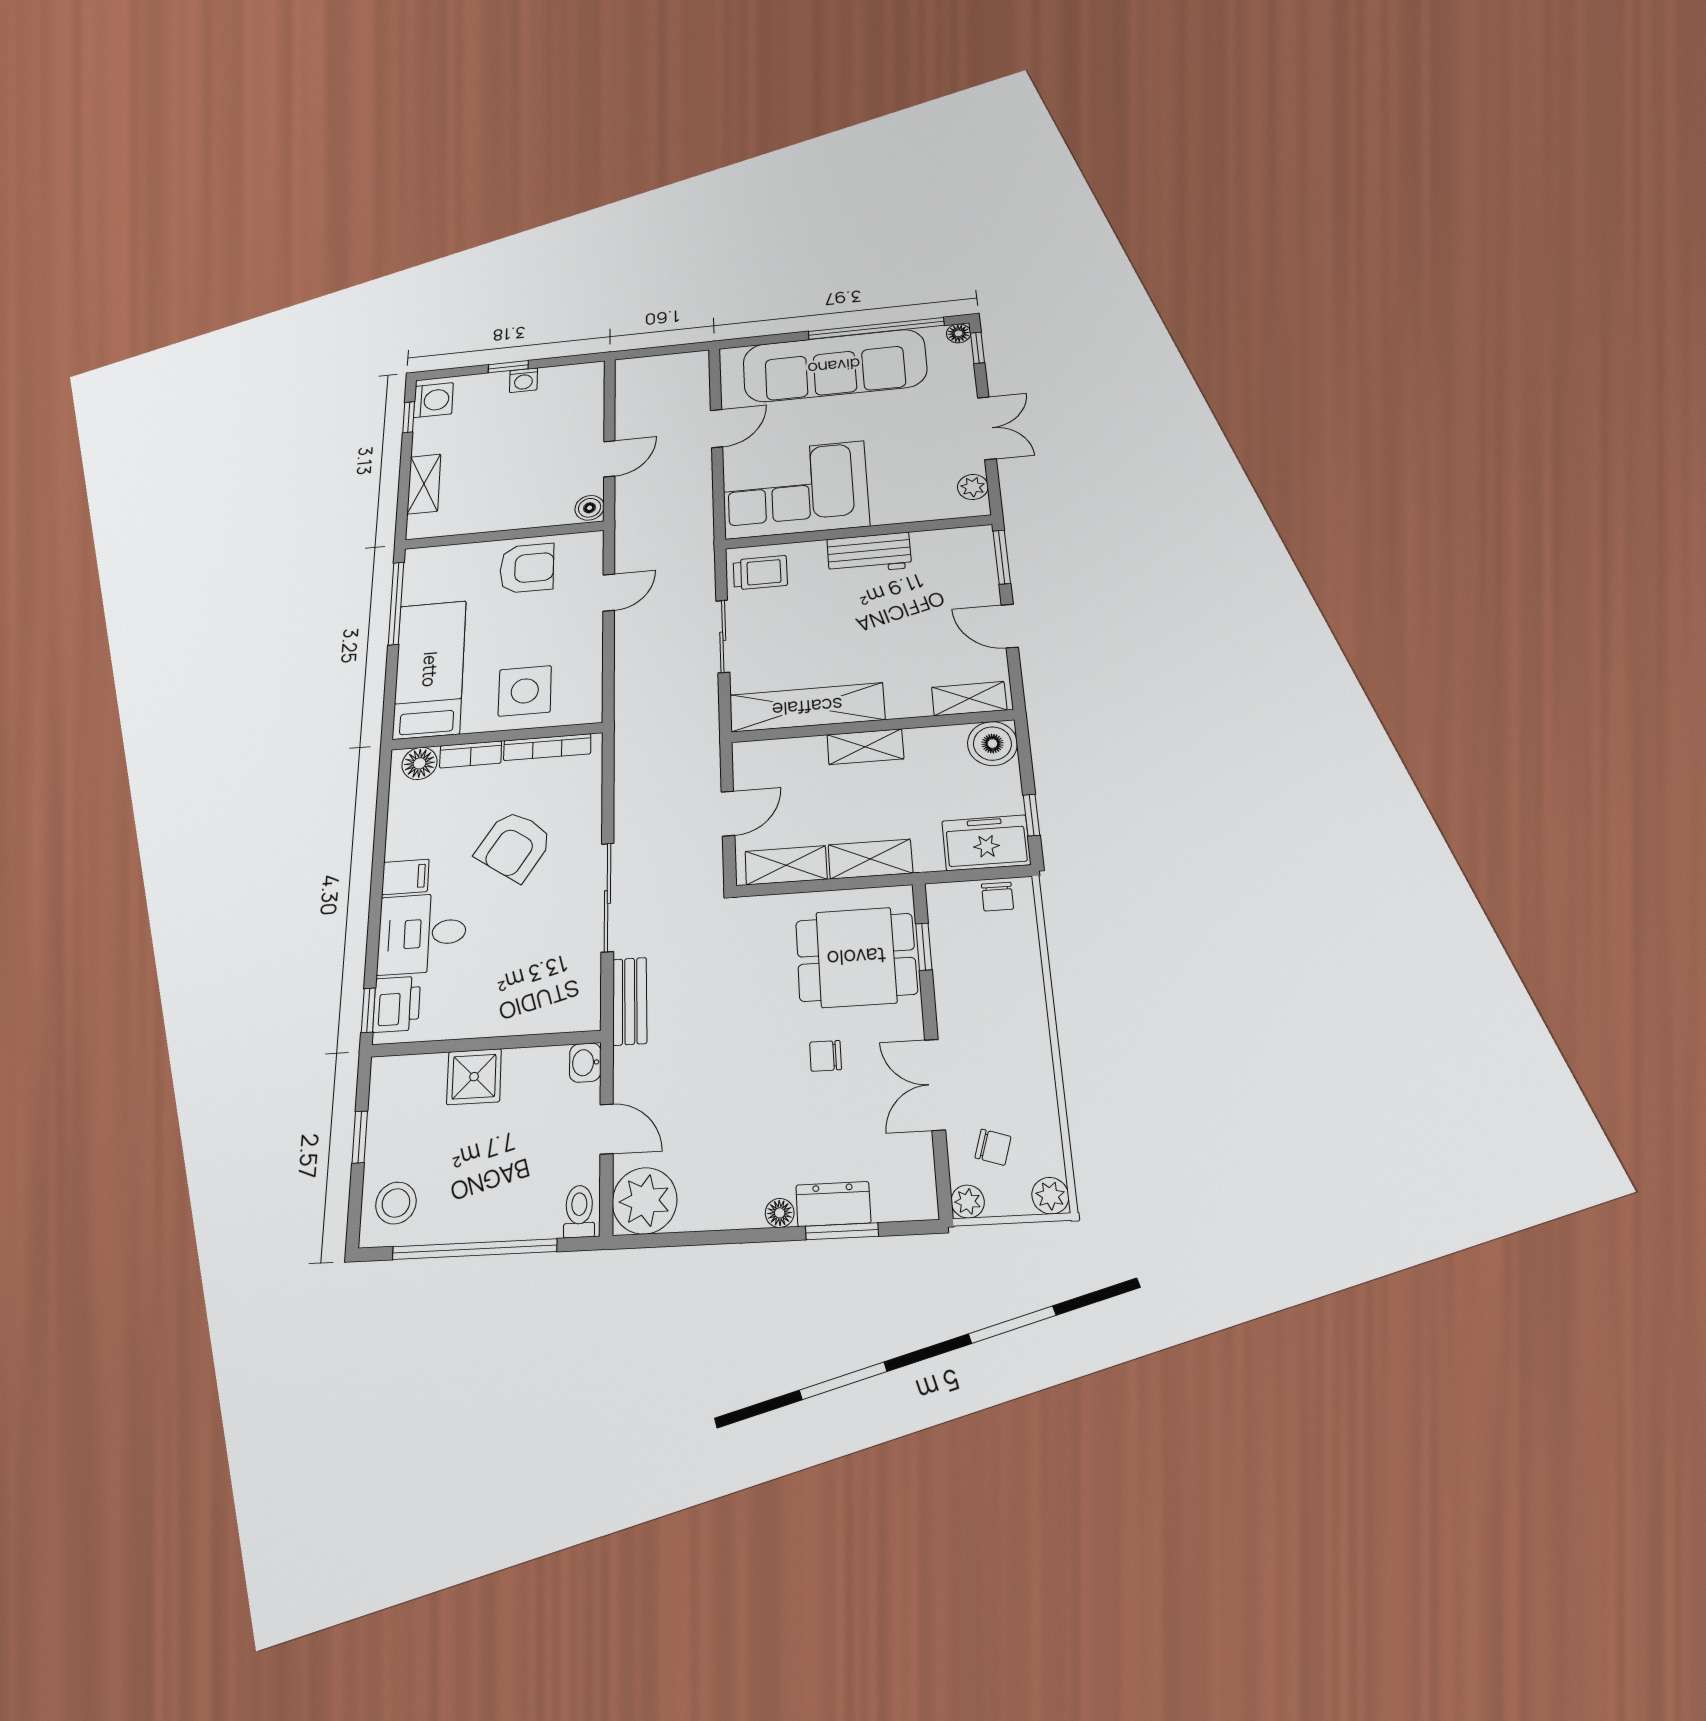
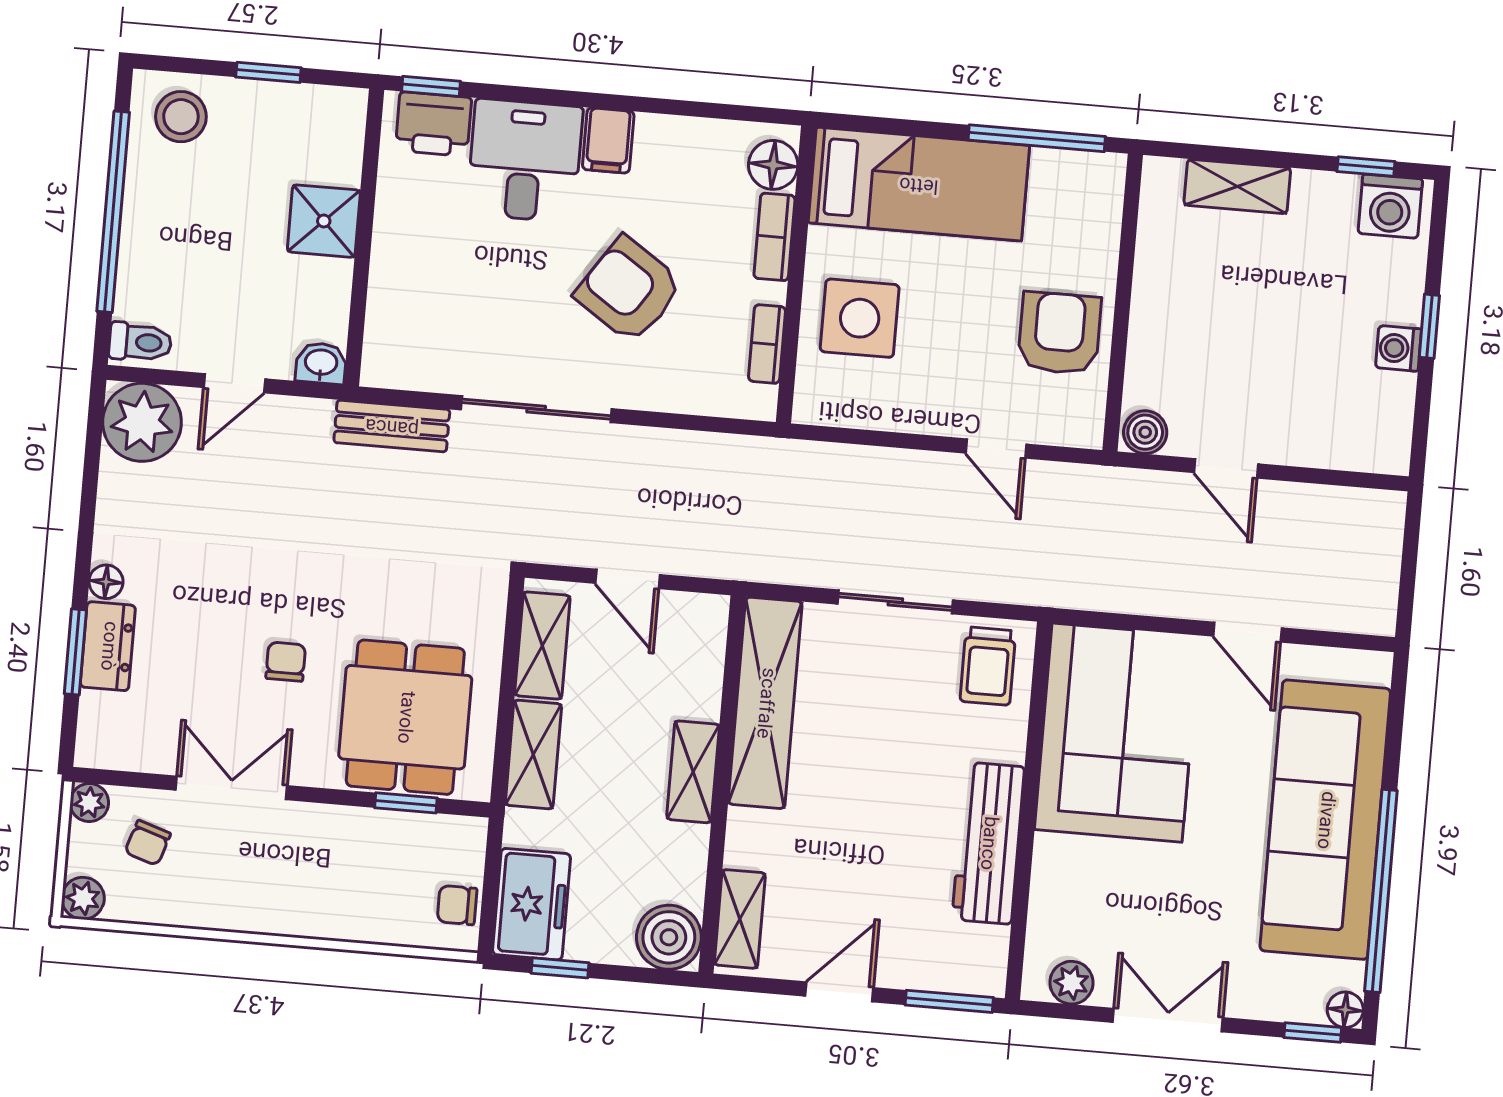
double door: (987, 428) -> (1168, 1020), swing flipped
workbench: (869, 553) -> (988, 843), width x1.38
armchair: (527, 568) -> (1059, 333), turned 180
bookcase: (547, 747) -> (767, 344), width x0.64

